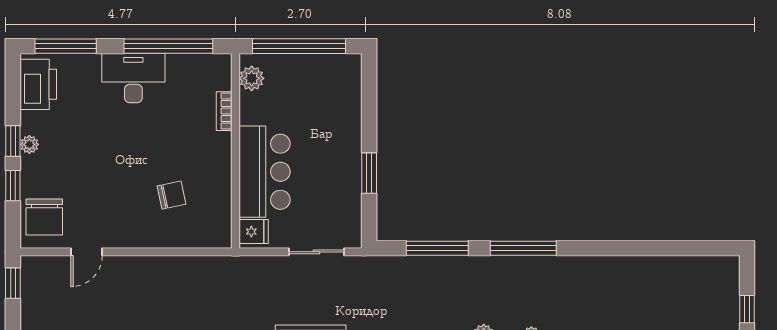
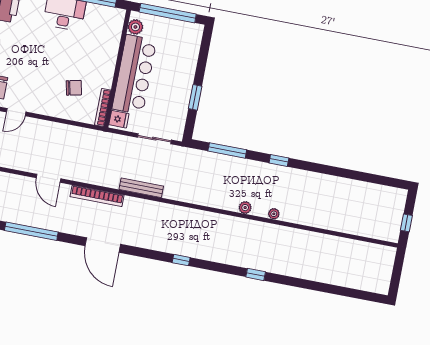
bookcase: (224, 111) -> (103, 108), moved, width x1.56
bar counter: (265, 172) -> (134, 75), width x1.36
window: (523, 248) -> (279, 160), width x0.46

